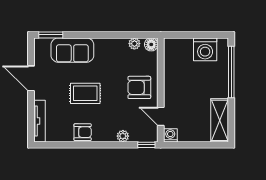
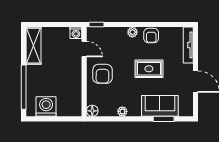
window: (51, 35) -> (164, 119), moved
plant: (134, 44) -> (122, 111), moved
armchair: (139, 87) -> (103, 74), turned 91
armchair: (83, 132) -> (151, 36), turned -90
plant: (123, 136) -> (132, 32), moved

